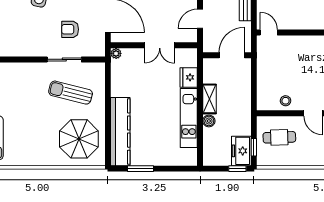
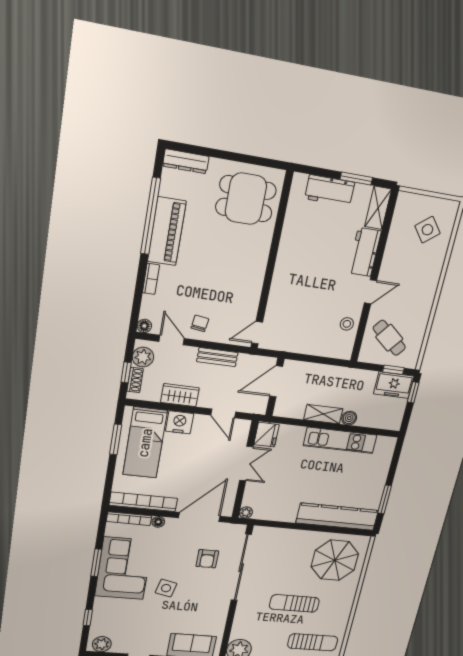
door: (232, 55) -> (276, 381), hinge flipped
sliding door: (64, 59) -> (241, 568), width x1.86
fridge: (189, 77) -> (266, 435), moved, turned -90
sun lounger: (71, 93) -> (294, 603), moved, turned 76
cafe table: (279, 137) -> (389, 338), turned -49

